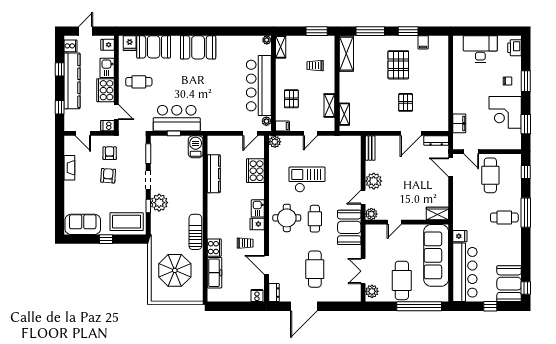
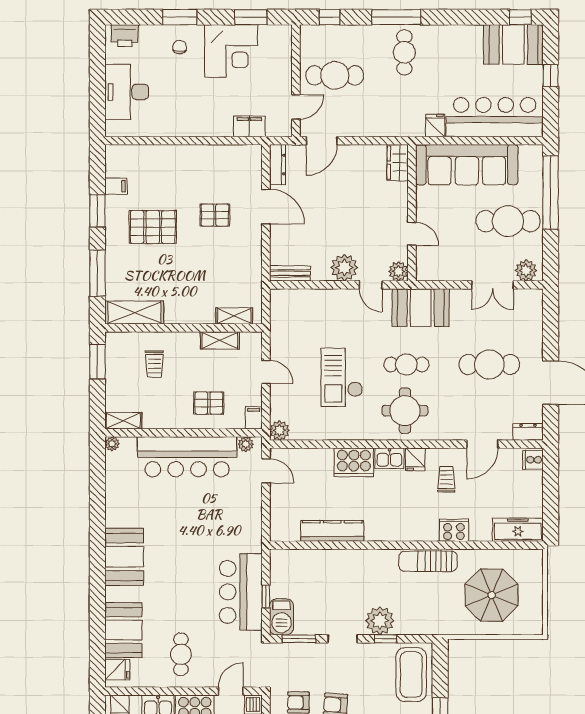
barbecue: (196, 147) -> (282, 617), moved, turned -90
cooker: (255, 171) -> (354, 462), moved
freezer: (214, 273) -> (518, 530), moved

